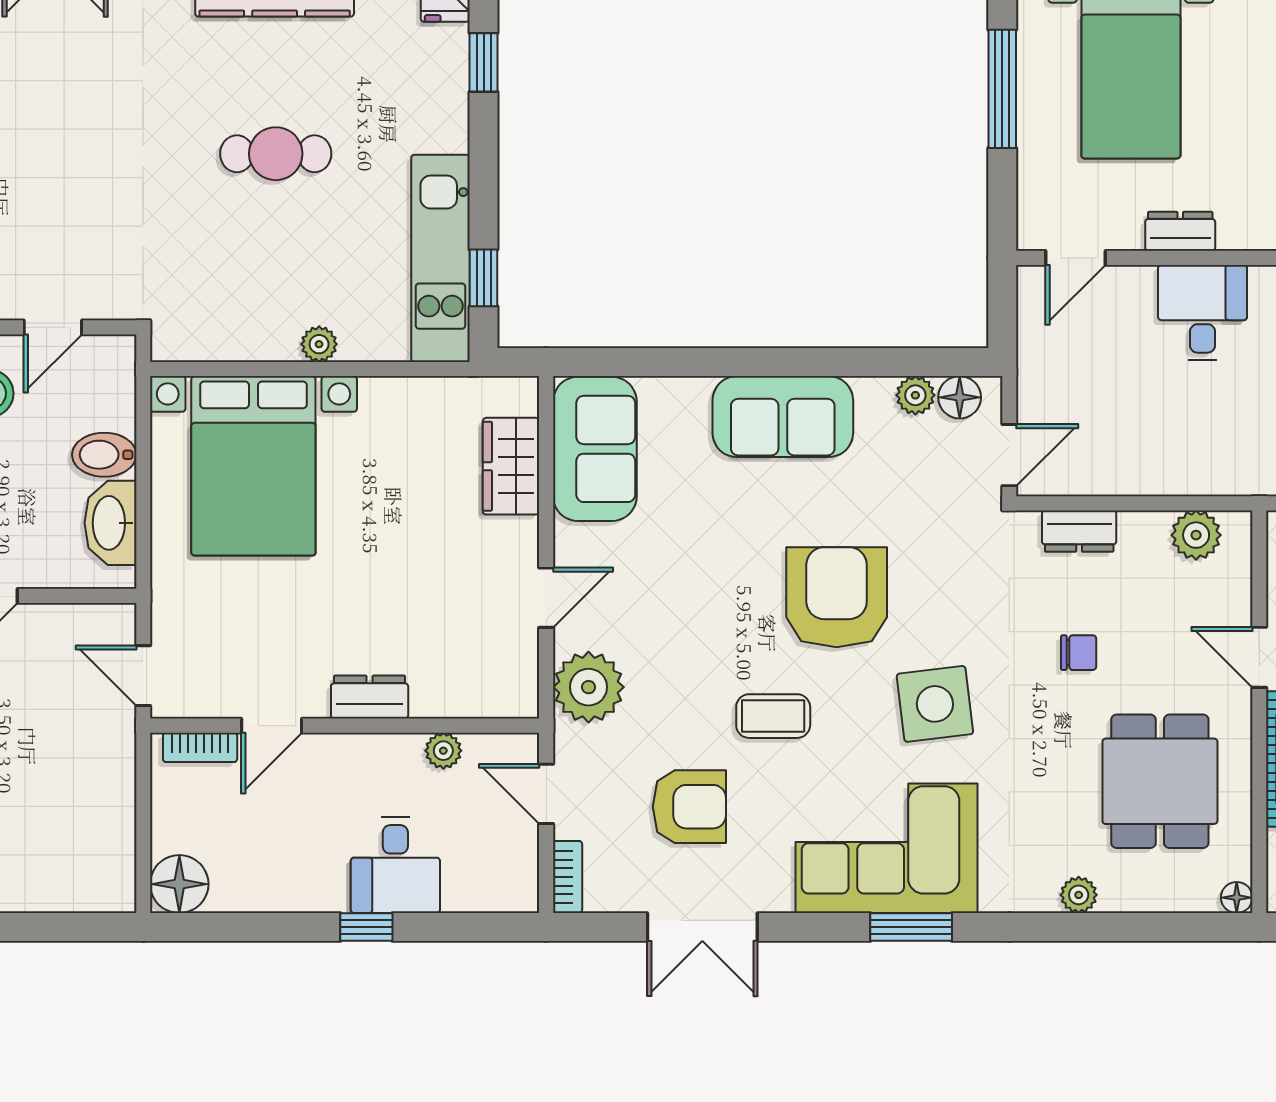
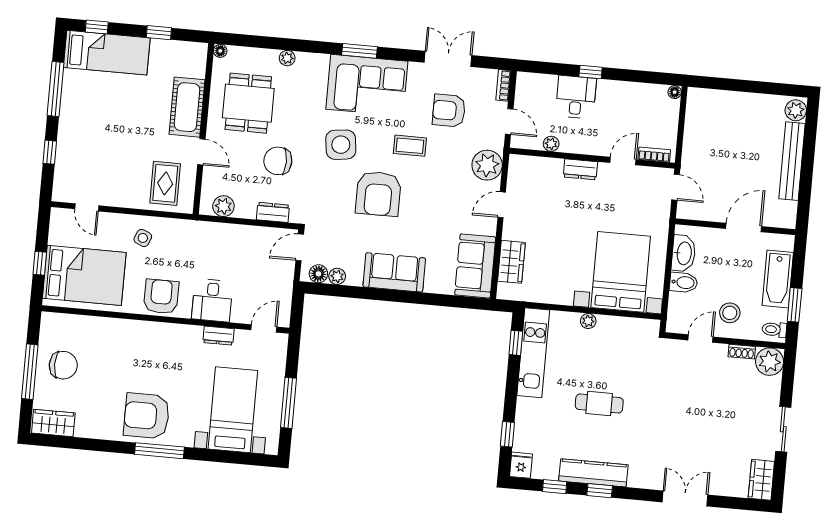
chair: (1079, 653) -> (278, 161), width x1.87, depth x1.87
floor lamp: (179, 884) -> (675, 92), width x0.53, depth x0.53

